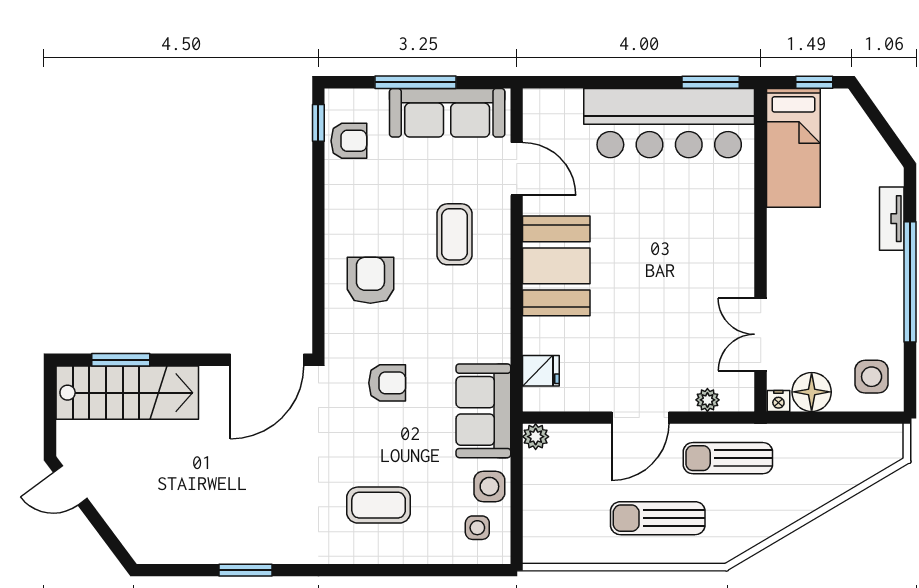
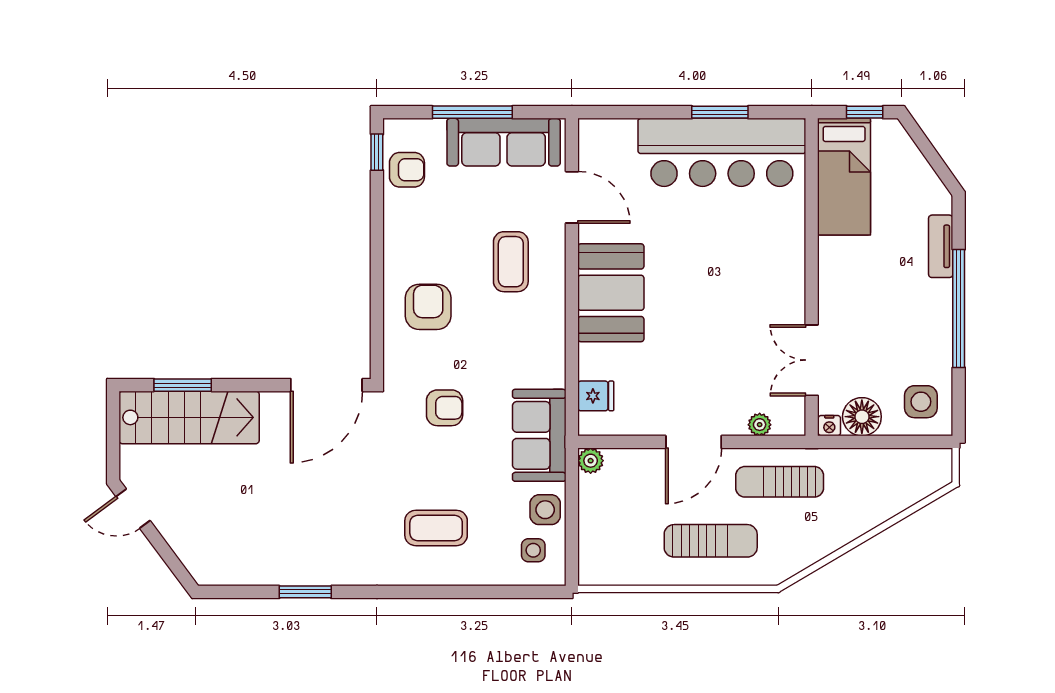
window: (711, 82) -> (720, 112), moved
sun lounger: (658, 518) -> (711, 541), turned 180

